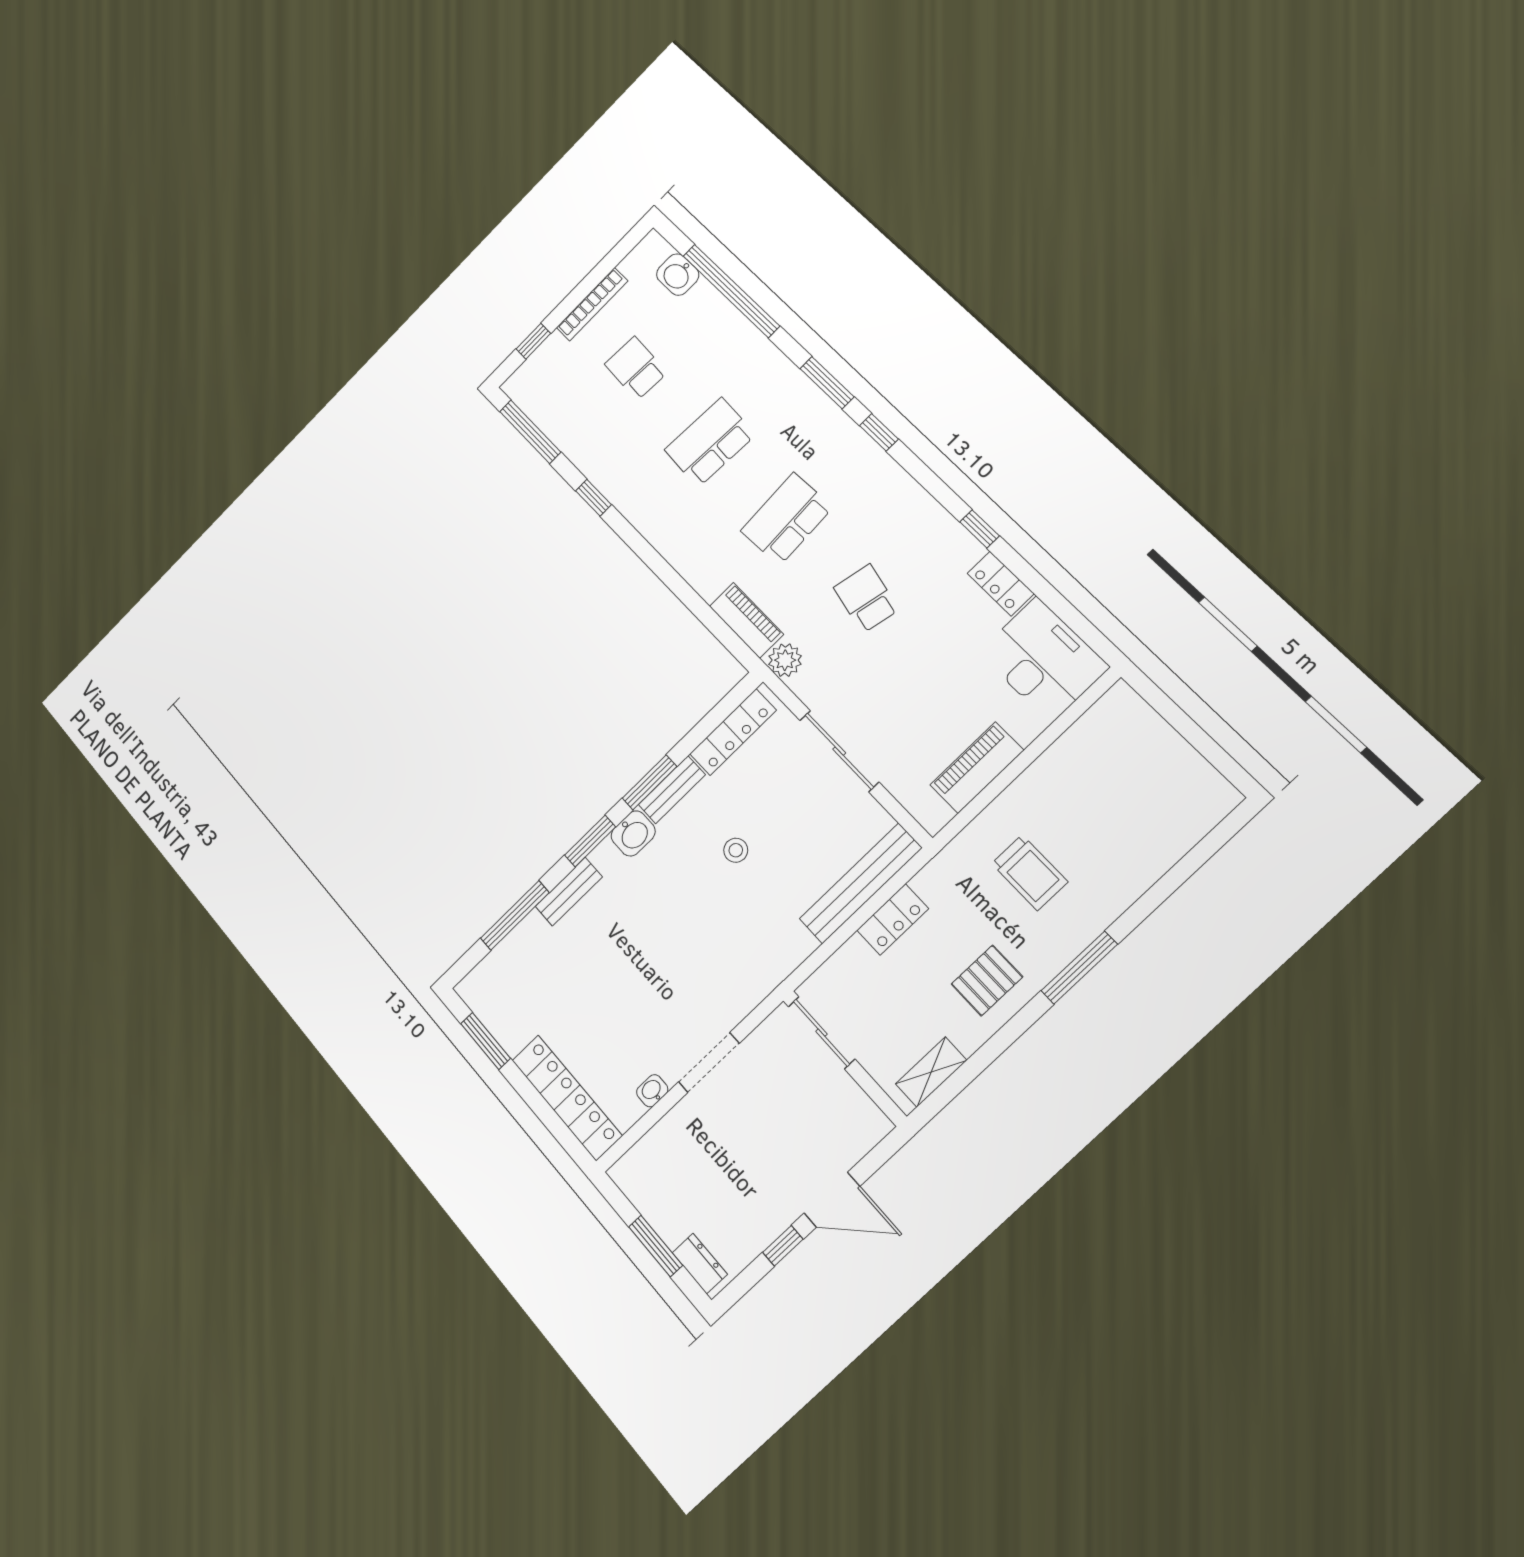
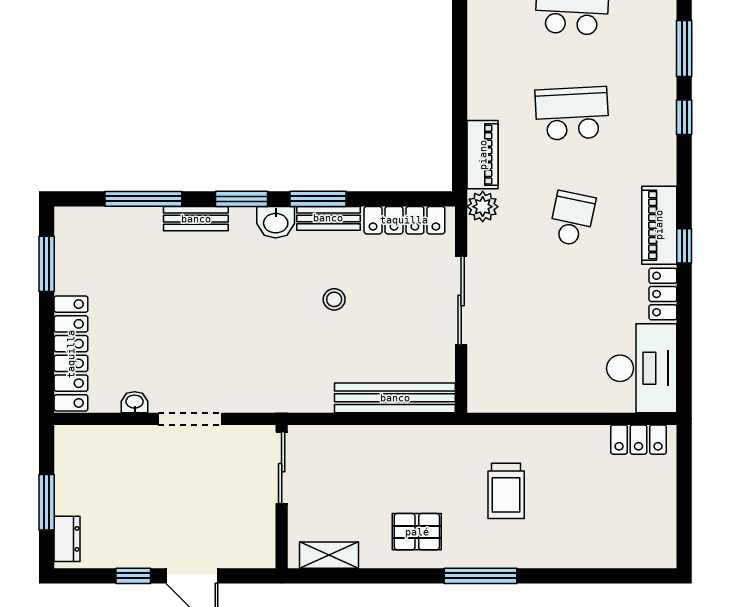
piano: (977, 768) -> (659, 225), moved, turned -90
locker: (893, 919) -> (639, 440), moved

